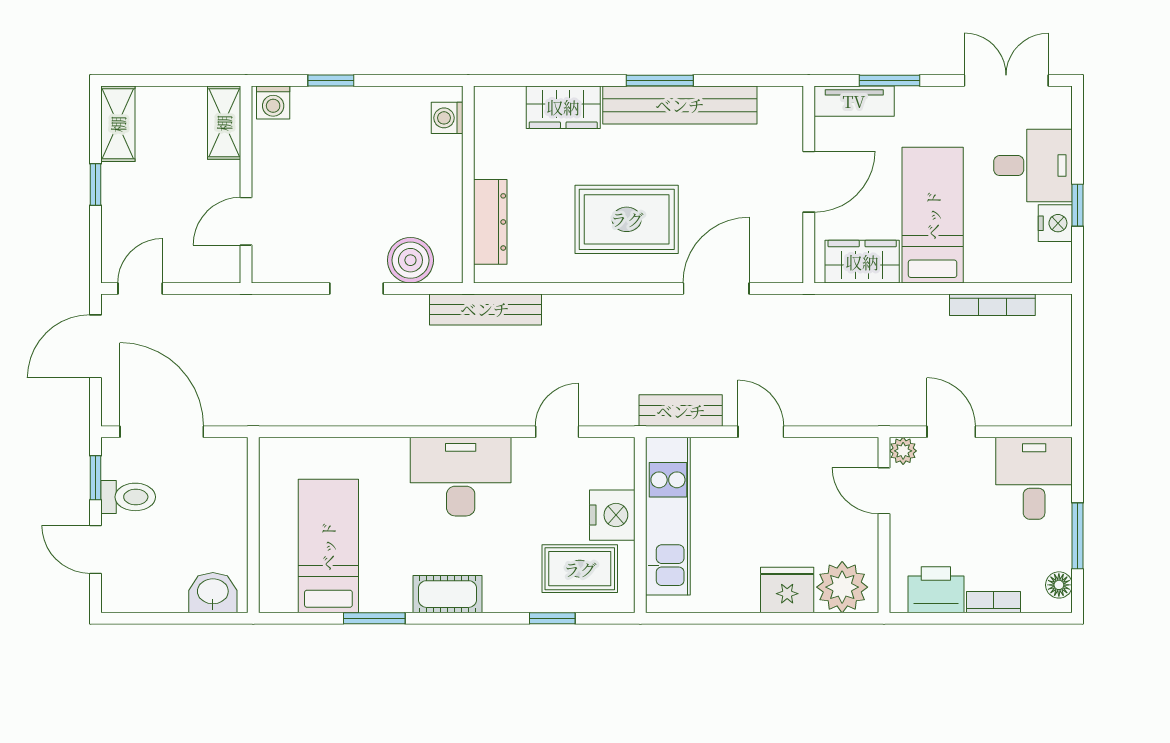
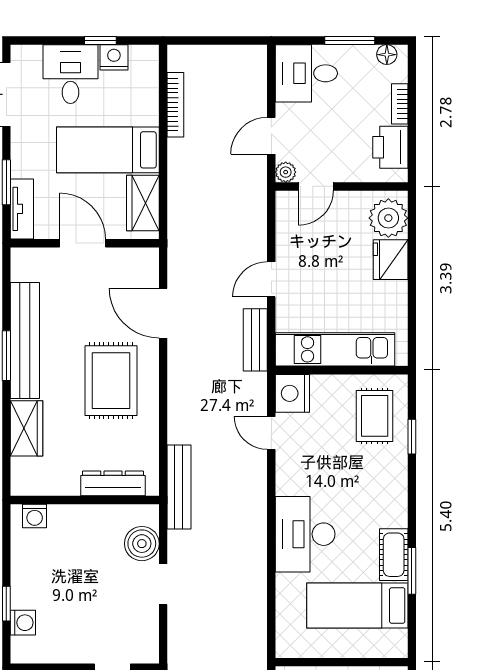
washing machine: (273, 102) -> (23, 623), moved
desk: (461, 477) -> (305, 534), moved
nightstand: (612, 515) -> (292, 393), moved, turned -90
cot: (448, 594) -> (394, 555), moved

